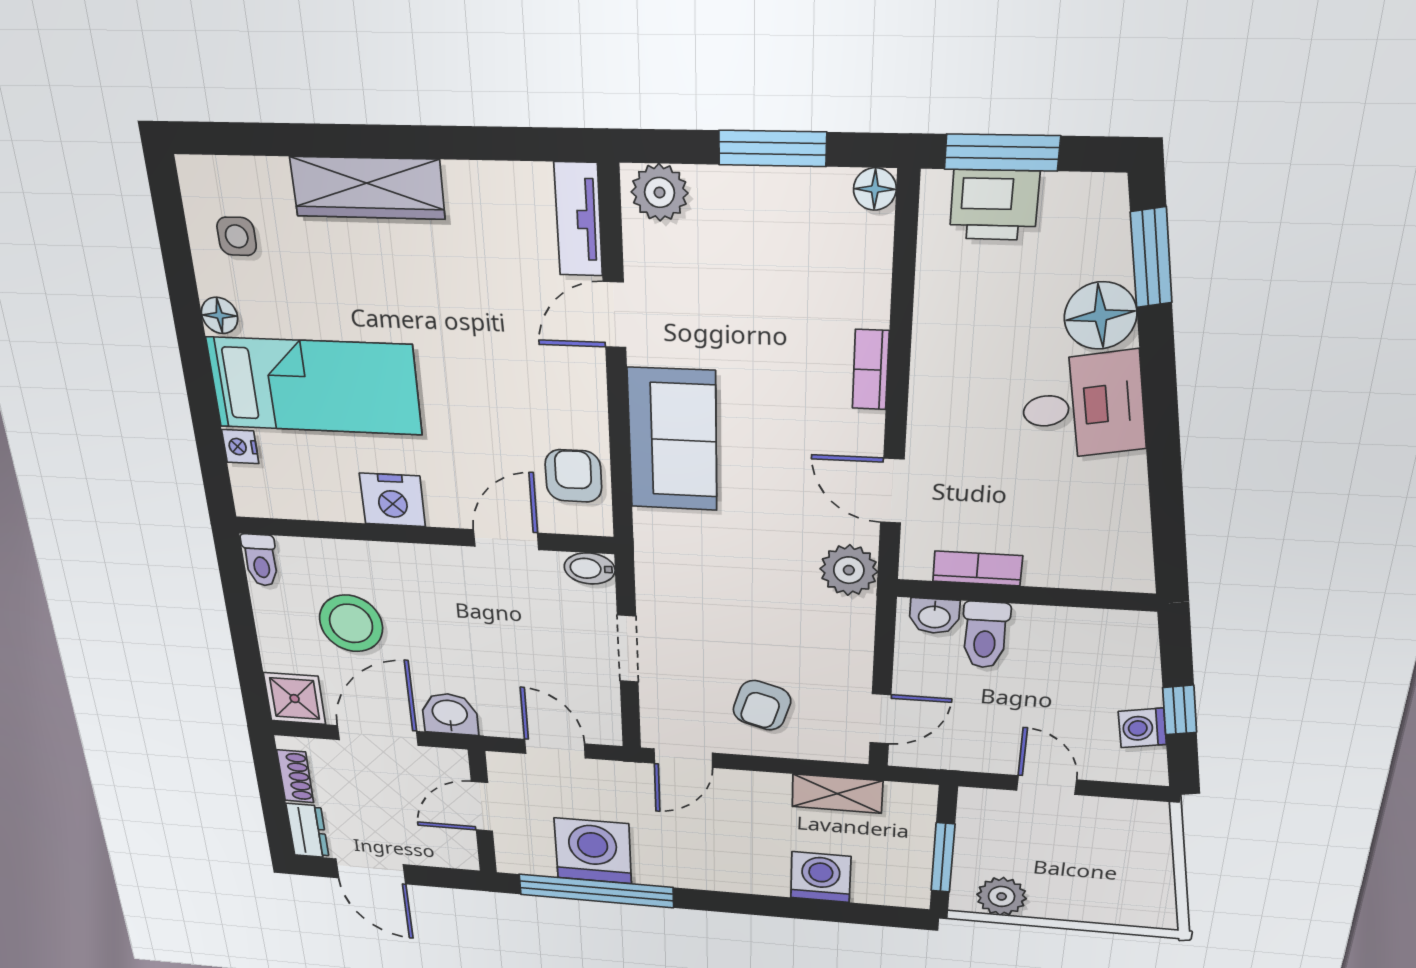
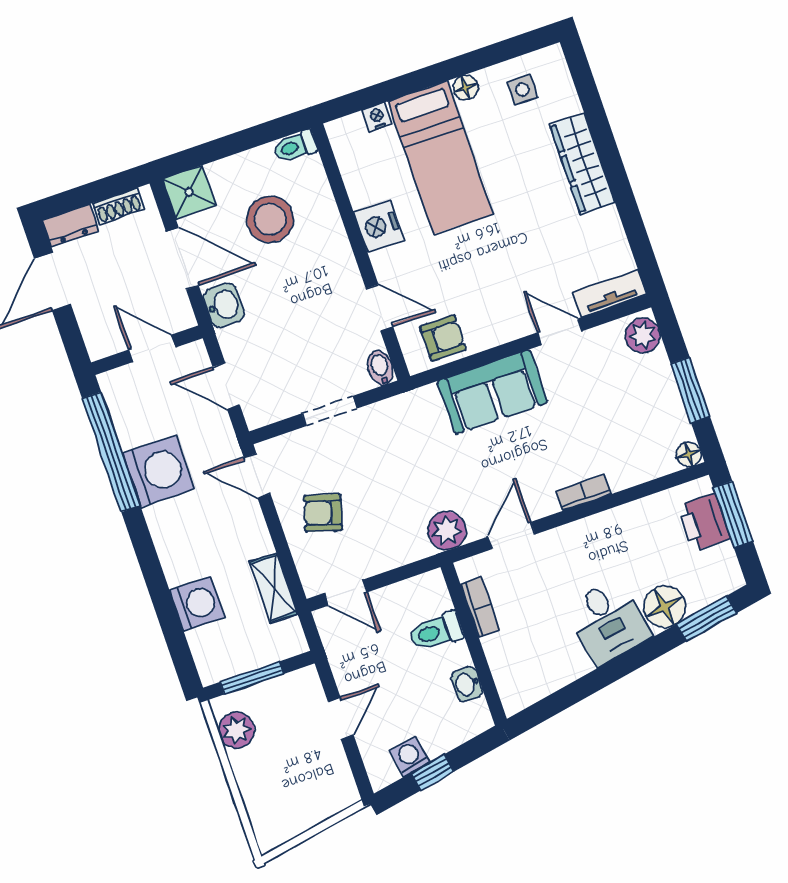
washbasin: (934, 616) -> (467, 684), moved
door: (555, 749) -> (226, 386), swing flipped
washing machine: (593, 851) -> (159, 471), moved

